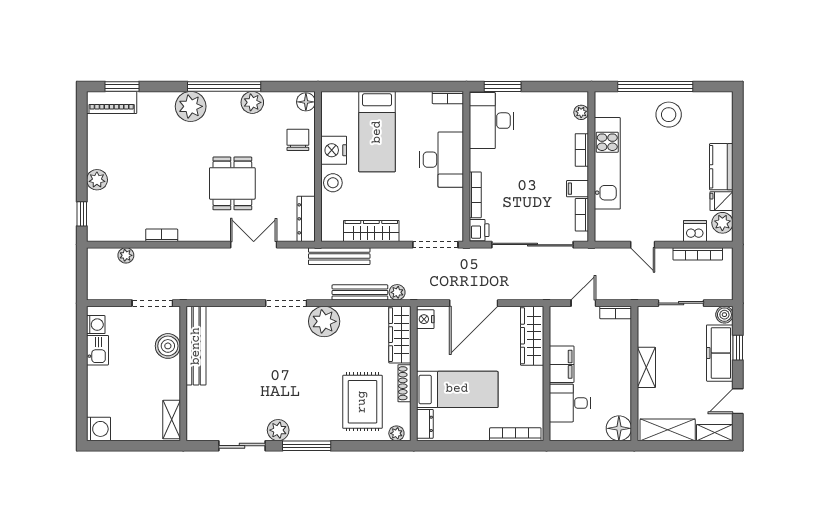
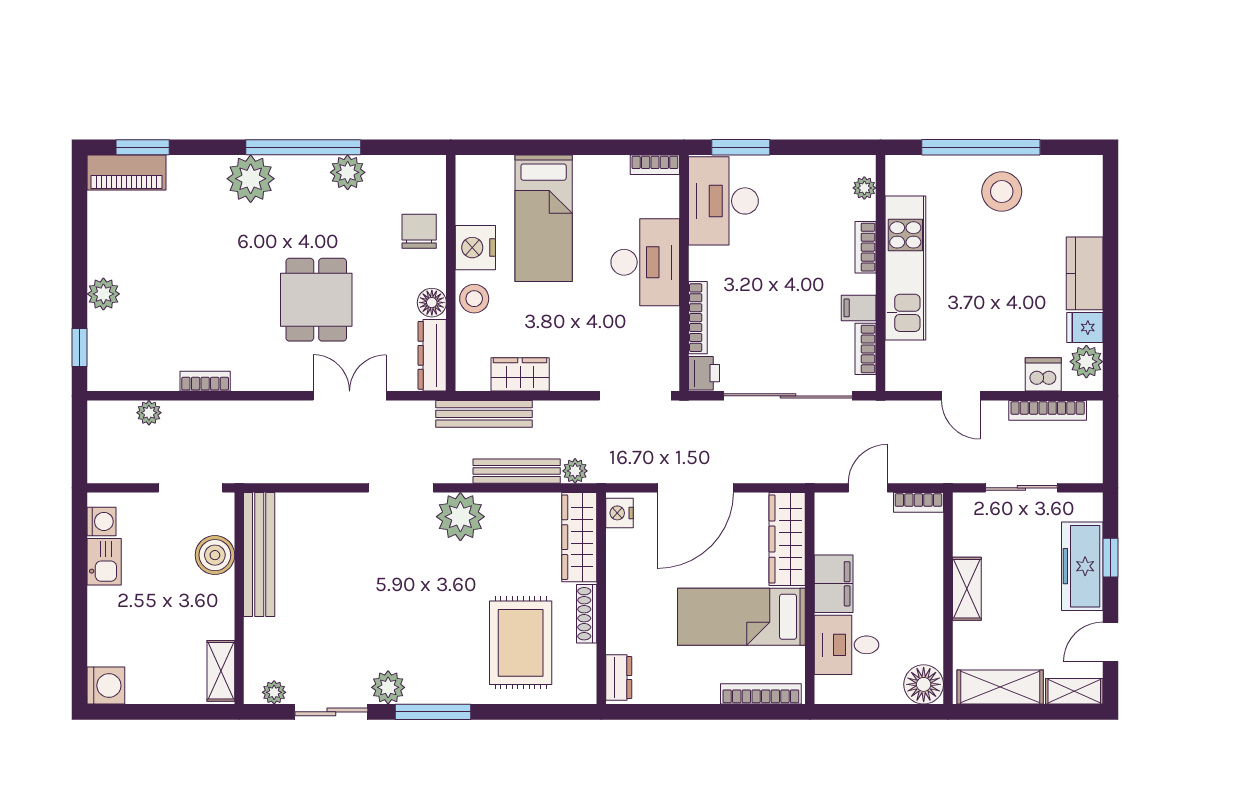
floor lamp: (306, 102) -> (432, 303), moved
wardrobe: (371, 231) -> (520, 374), width x0.67
boiler: (724, 315) -> (1089, 506), removed
bed: (457, 389) -> (741, 617), moved, turned 180
plant: (396, 433) -> (274, 692), moved

